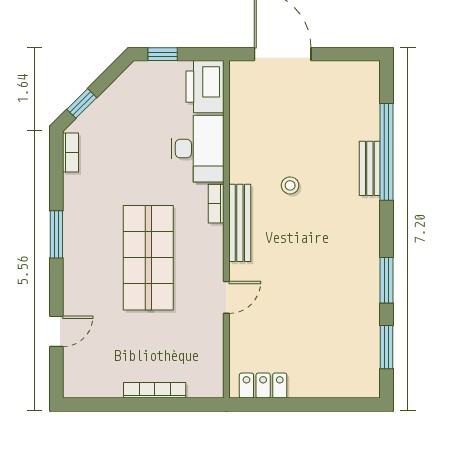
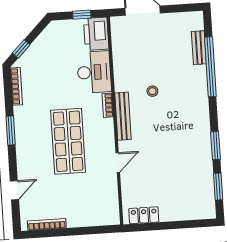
window: (163, 54) -> (82, 15), moved
bookcase: (70, 152) -> (16, 86), width x1.56
bench: (370, 168) -> (199, 48), moved
bookcase: (155, 390) -> (47, 224), moved

